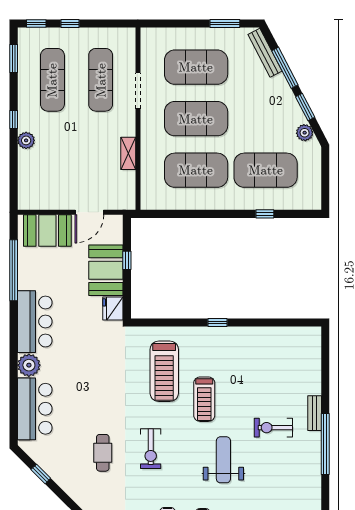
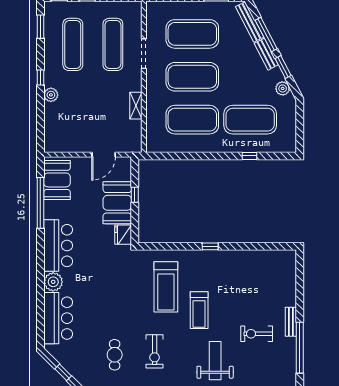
bench: (285, 92) -> (266, 54), added
booth: (47, 231) -> (57, 180), moved, turned 90

